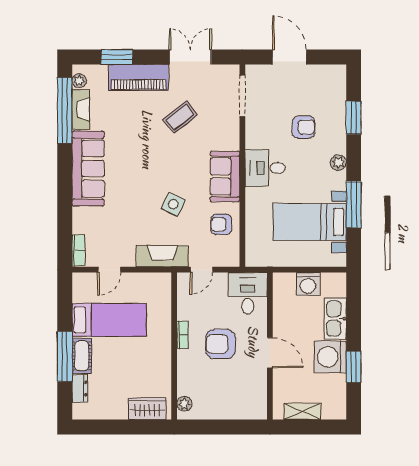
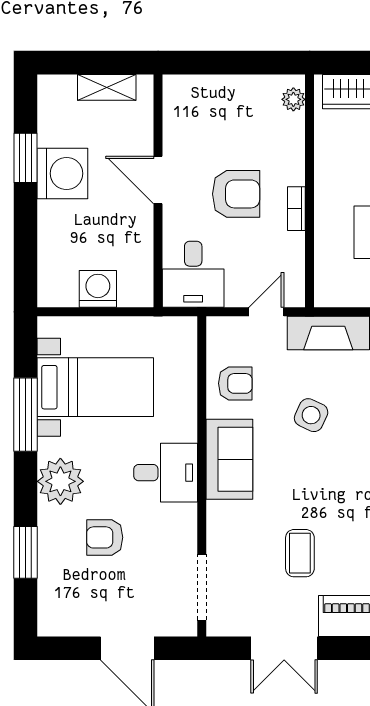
coffee table: (180, 117) -> (300, 553), turned -52
plant: (338, 163) -> (60, 481), width x1.87, depth x1.87
kitchen sink: (335, 319) -> (55, 234), removed

